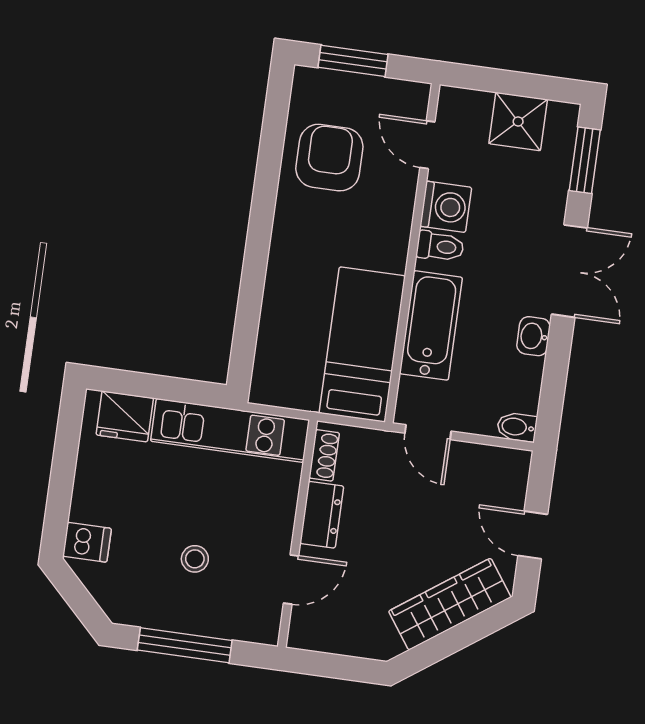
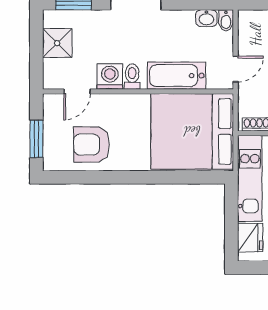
washbasin: (534, 336) -> (206, 18), moved
bed: (362, 344) -> (192, 131), width x2.04

